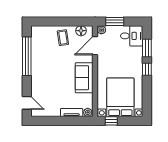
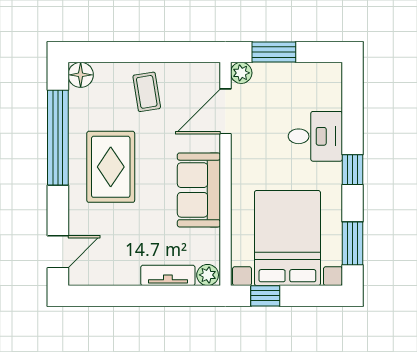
floor lamp: (81, 31) -> (81, 75), moved
desk: (132, 36) -> (315, 136), moved
window: (147, 48) -> (352, 243), moved
rug: (48, 68) -> (111, 167), added
door: (27, 103) -> (58, 252), hinge flipped

